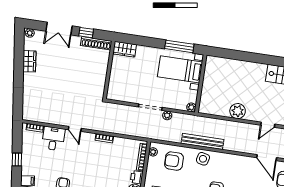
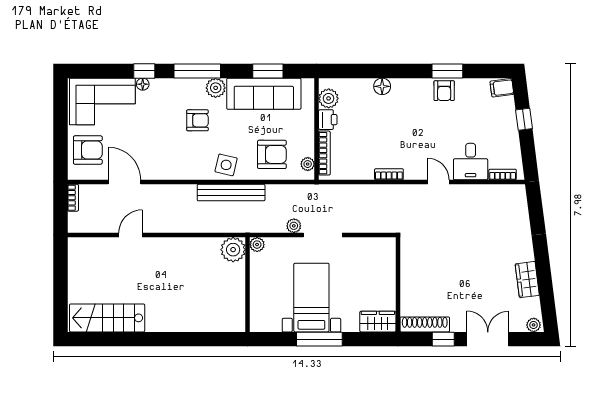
window: (179, 46) -> (319, 339), moved
bed with nightstands: (180, 69) -> (311, 298), moved, turned -90
plant: (238, 111) -> (233, 250), moved

